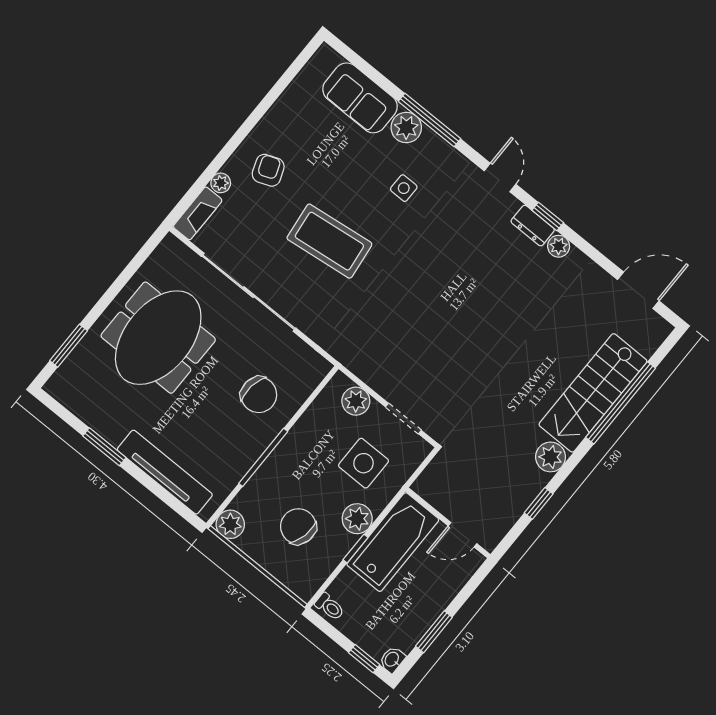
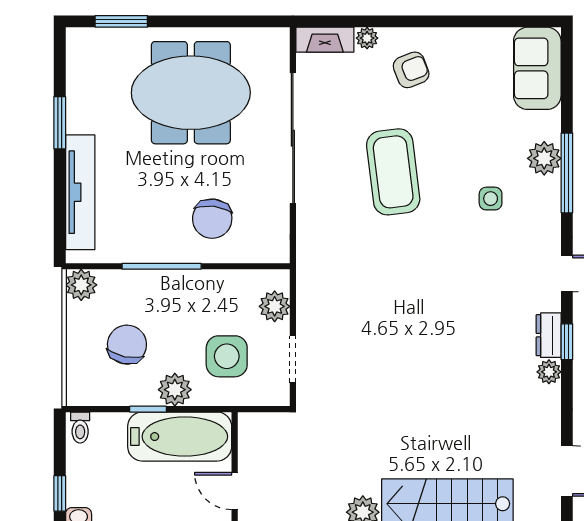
sofa: (360, 98) -> (537, 68), moved

